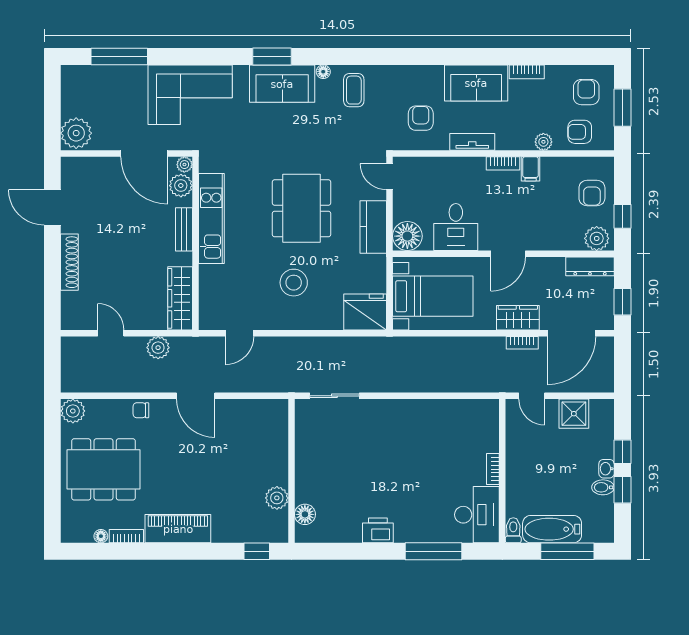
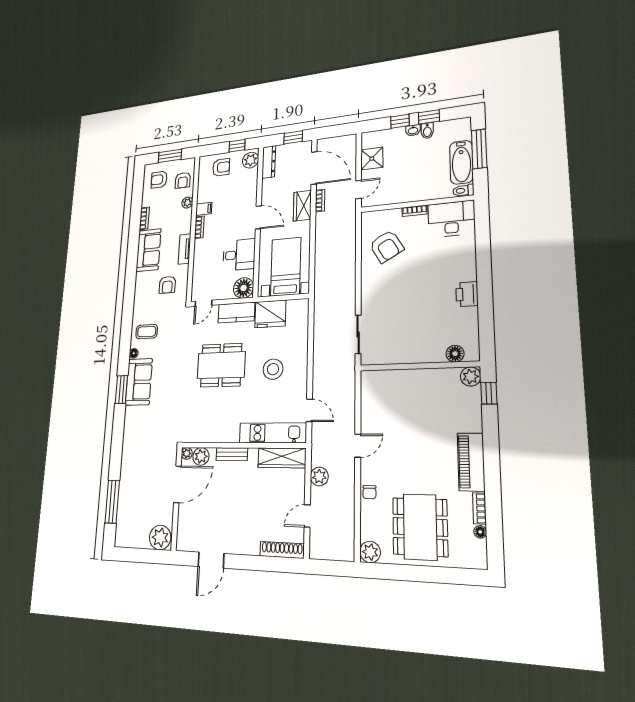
corner sofa: (190, 95) -> (141, 449), removed
armchair: (421, 118) -> (167, 285), turned -90
kitchen unit: (211, 219) -> (273, 433), moved
shoe rack: (69, 262) -> (282, 550), moved
fridge: (365, 312) -> (270, 314), moved, turned -90
door: (196, 396) -> (358, 446), width x0.73
armchair: (448, 433) -> (386, 246), added
plant: (277, 498) -> (471, 377), moved
window: (434, 551) -> (483, 249), removed

